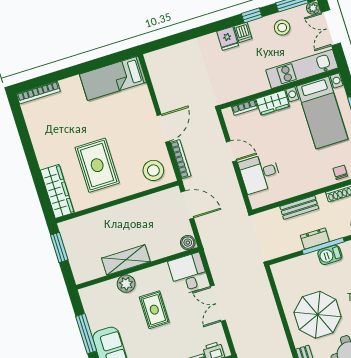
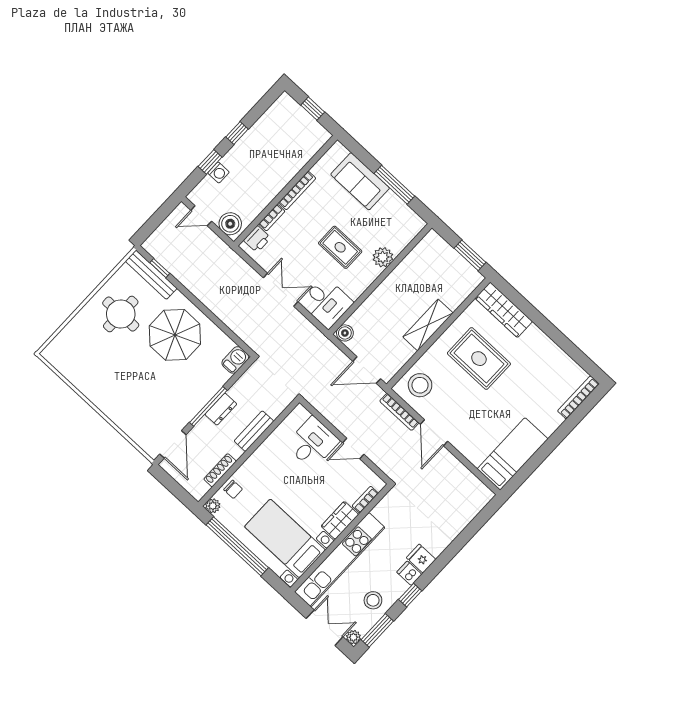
kitchen unit: (302, 69) -> (340, 560), width x1.36
barbecue: (330, 255) -> (235, 360), moved
shelving: (126, 260) -> (428, 325), moved

